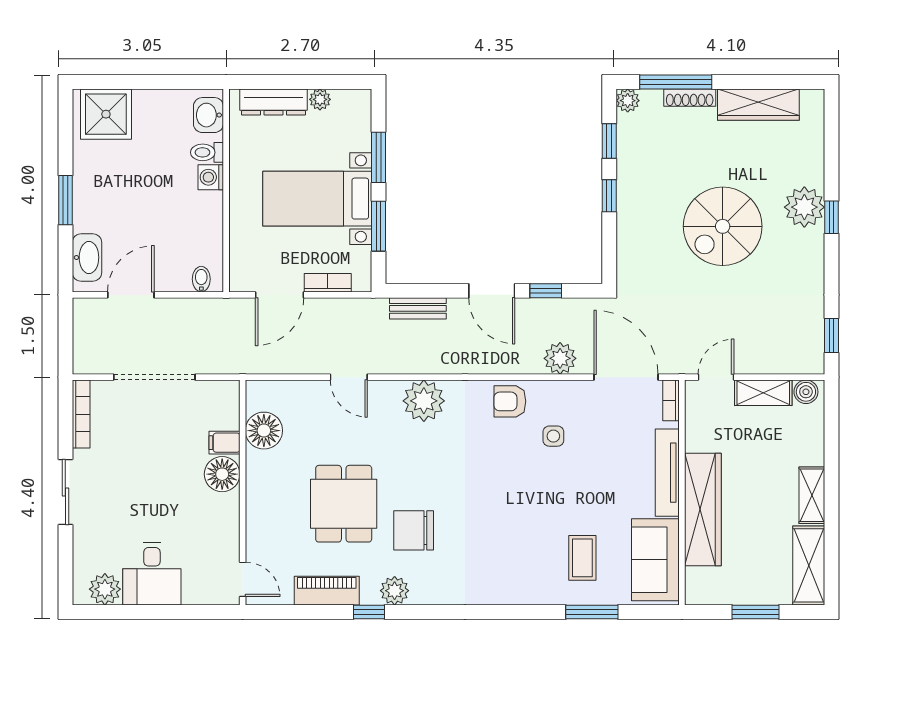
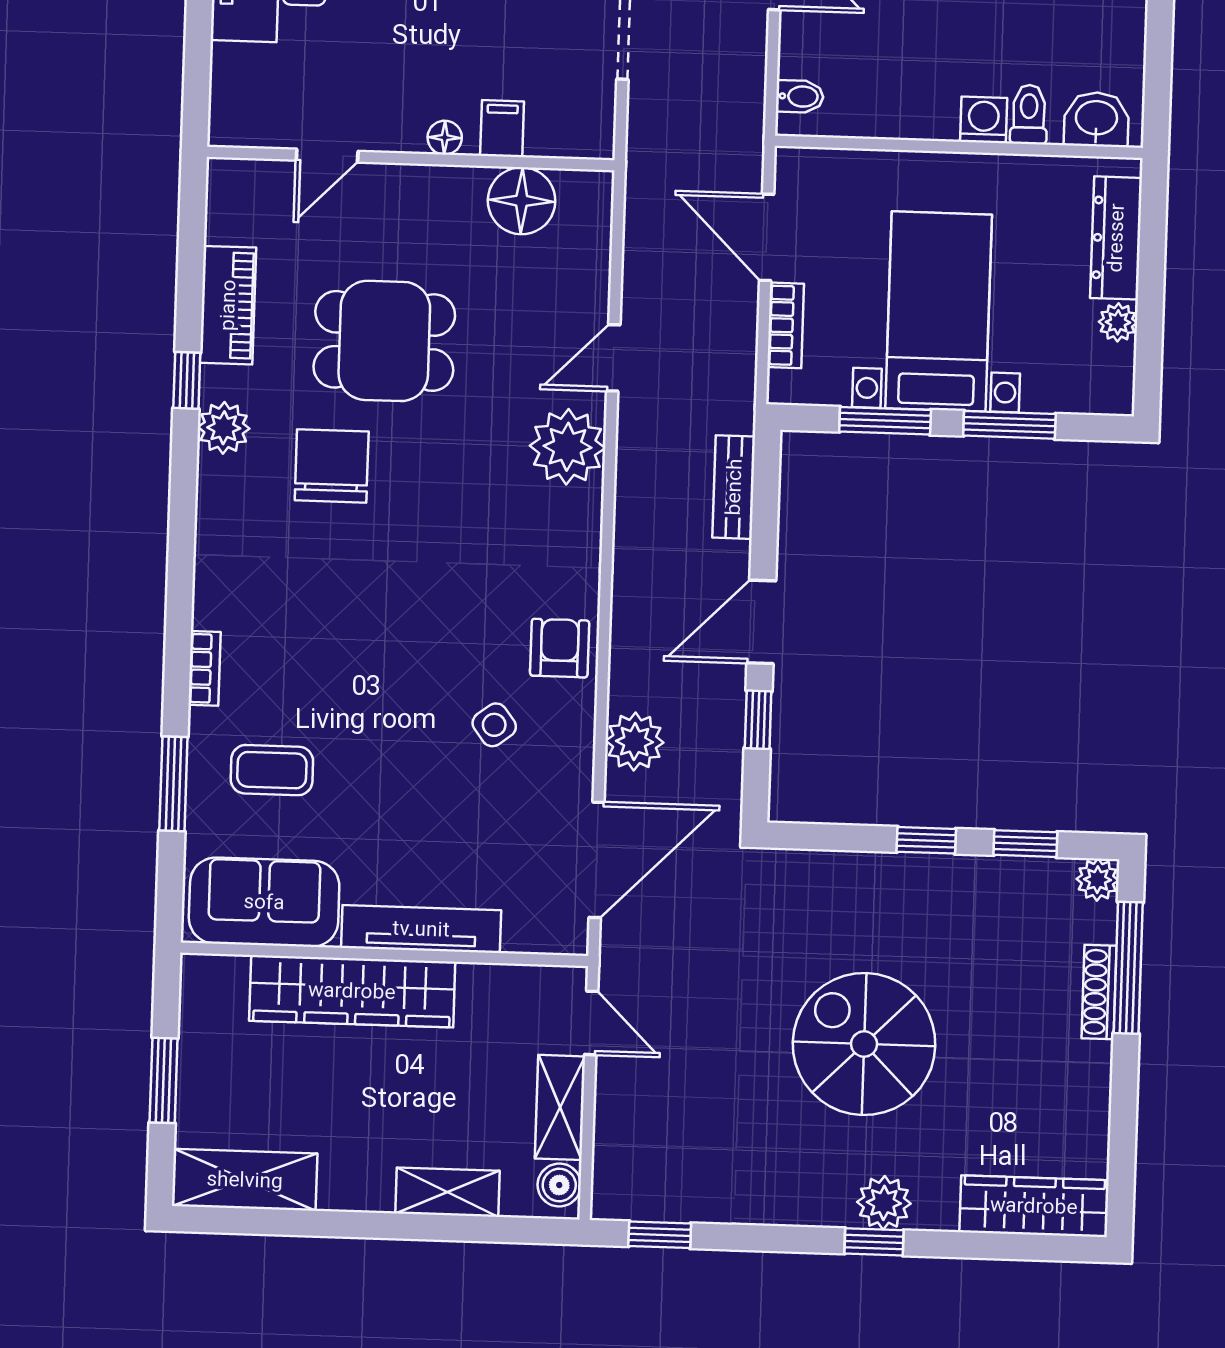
wardrobe: (758, 105) -> (1034, 1206), moved, turned 90
plant: (804, 207) -> (884, 1203), width x0.73, depth x0.73
bookcase: (671, 400) -> (205, 668), moved, turned 90
plant: (424, 401) -> (567, 447), moved
side table: (553, 436) -> (494, 725), turned -37
floor lamp: (222, 474) -> (445, 138), width x0.53, depth x0.53
shelving: (812, 495) -> (448, 1192), moved
door: (243, 579) -> (327, 156), moved

